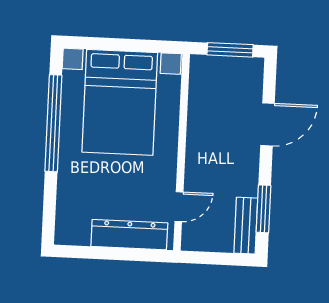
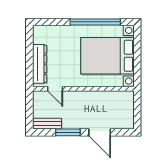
window: (230, 50) -> (137, 111), removed
window: (264, 209) -> (68, 132), moved

